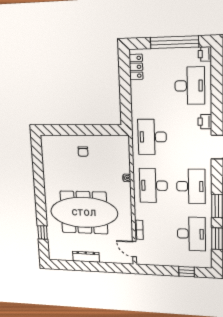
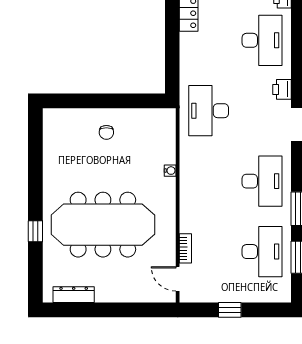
desk: (153, 186) -> (209, 181), removed
window: (43, 232) -> (35, 231), moved
dresser: (86, 257) -> (74, 295), moved
window: (187, 272) -> (230, 310), moved

